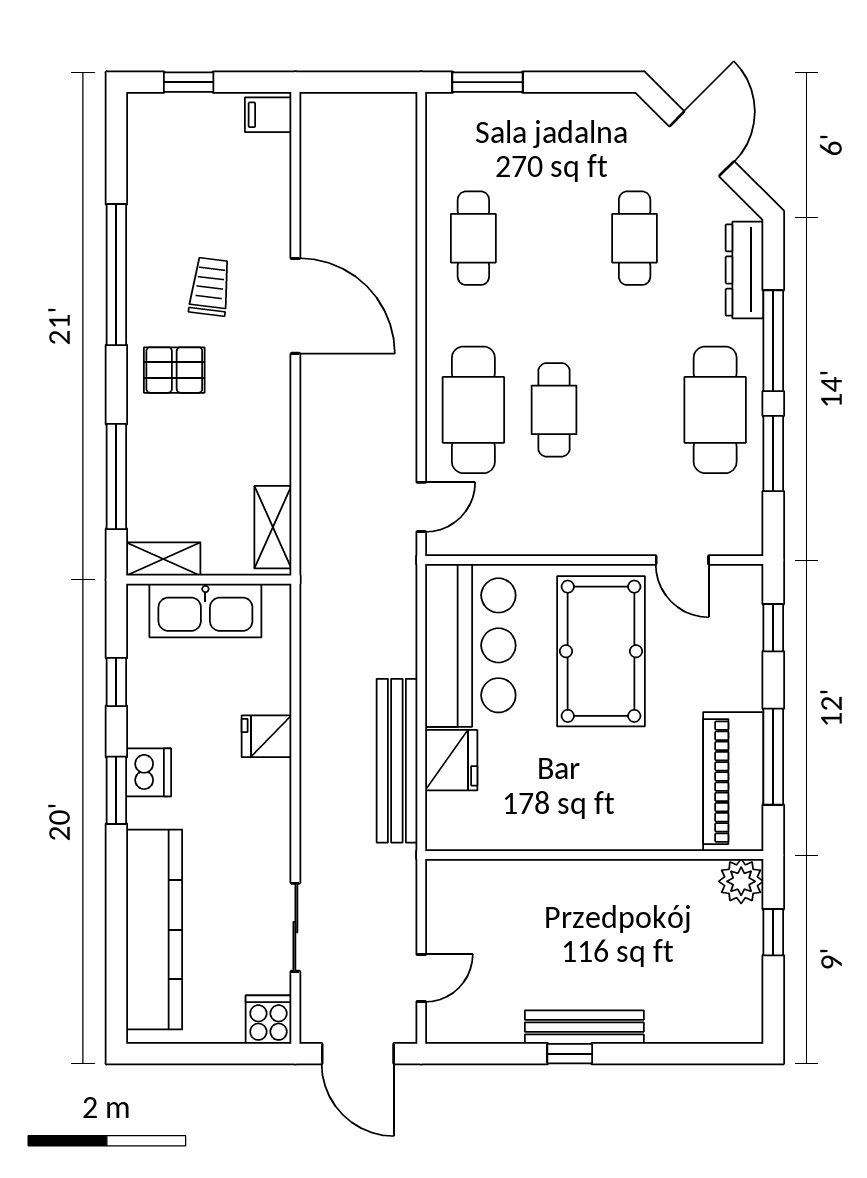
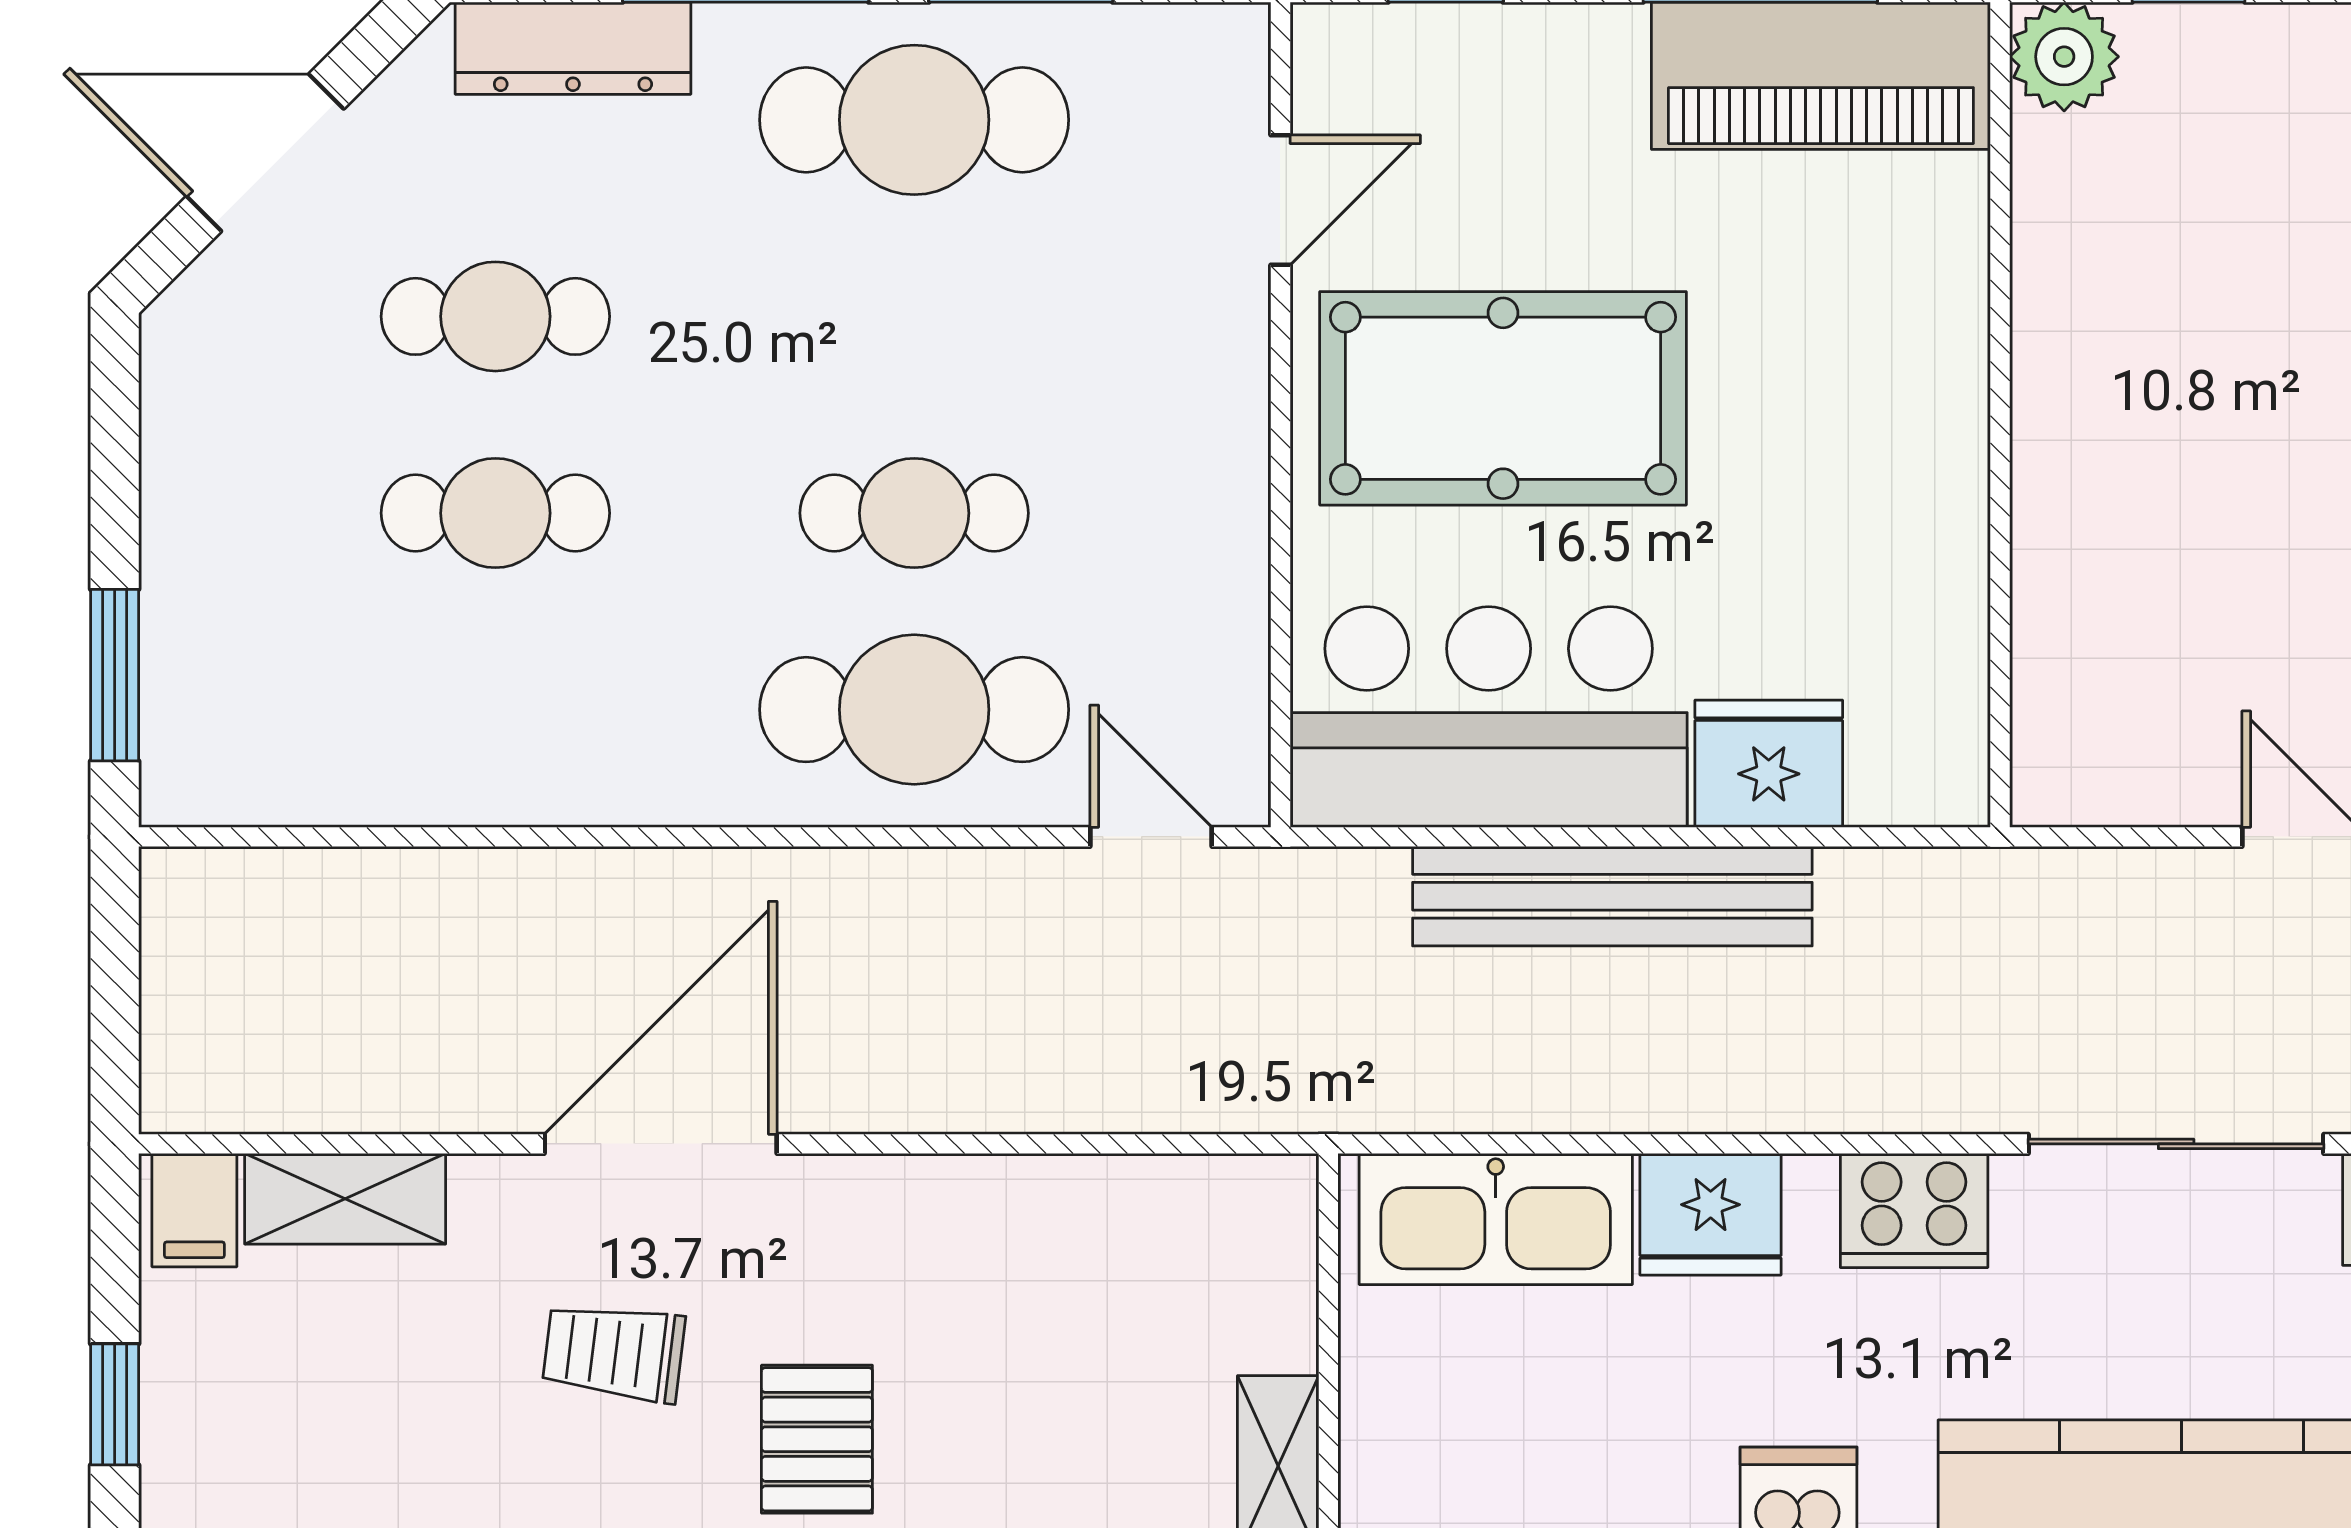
cafe table: (473, 238) -> (495, 513), moved
shelving: (273, 527) -> (345, 1199), moved
kitchen sink: (205, 610) -> (1496, 1219), moved, turned 90
fridge: (267, 736) -> (1711, 1214), width x1.38
bench: (397, 761) -> (1612, 896), moved
cooker: (268, 820) -> (1914, 1210), added
sliding door: (295, 927) -> (2176, 1144), width x1.37

